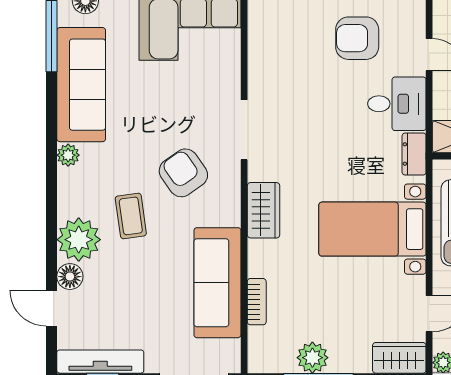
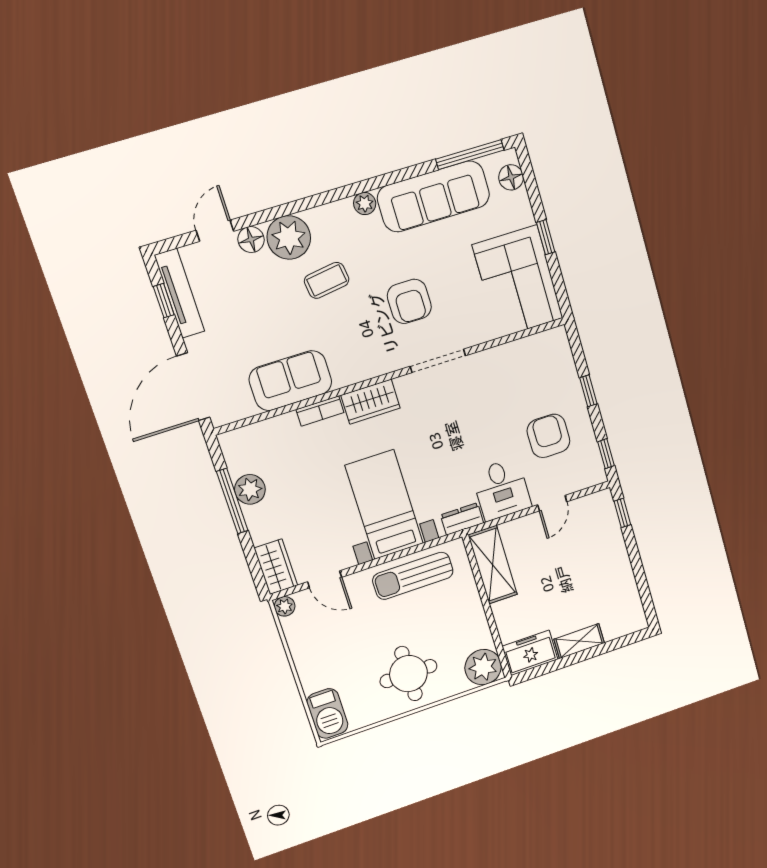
armchair: (183, 173) -> (409, 301), moved, turned 125
sofa: (217, 283) -> (290, 381), width x0.73
bookcase: (257, 302) -> (320, 411), moved

